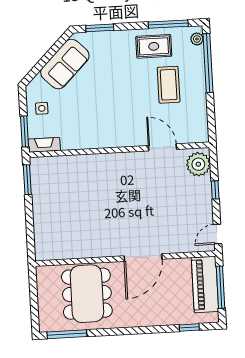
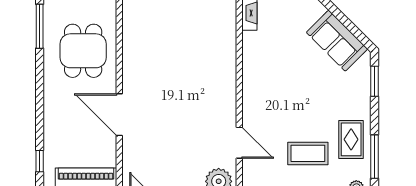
side table: (42, 108) -> (290, 13), removed
door: (162, 147) -> (239, 143), hinge flipped
dining table: (87, 294) -> (83, 51), width x0.73

